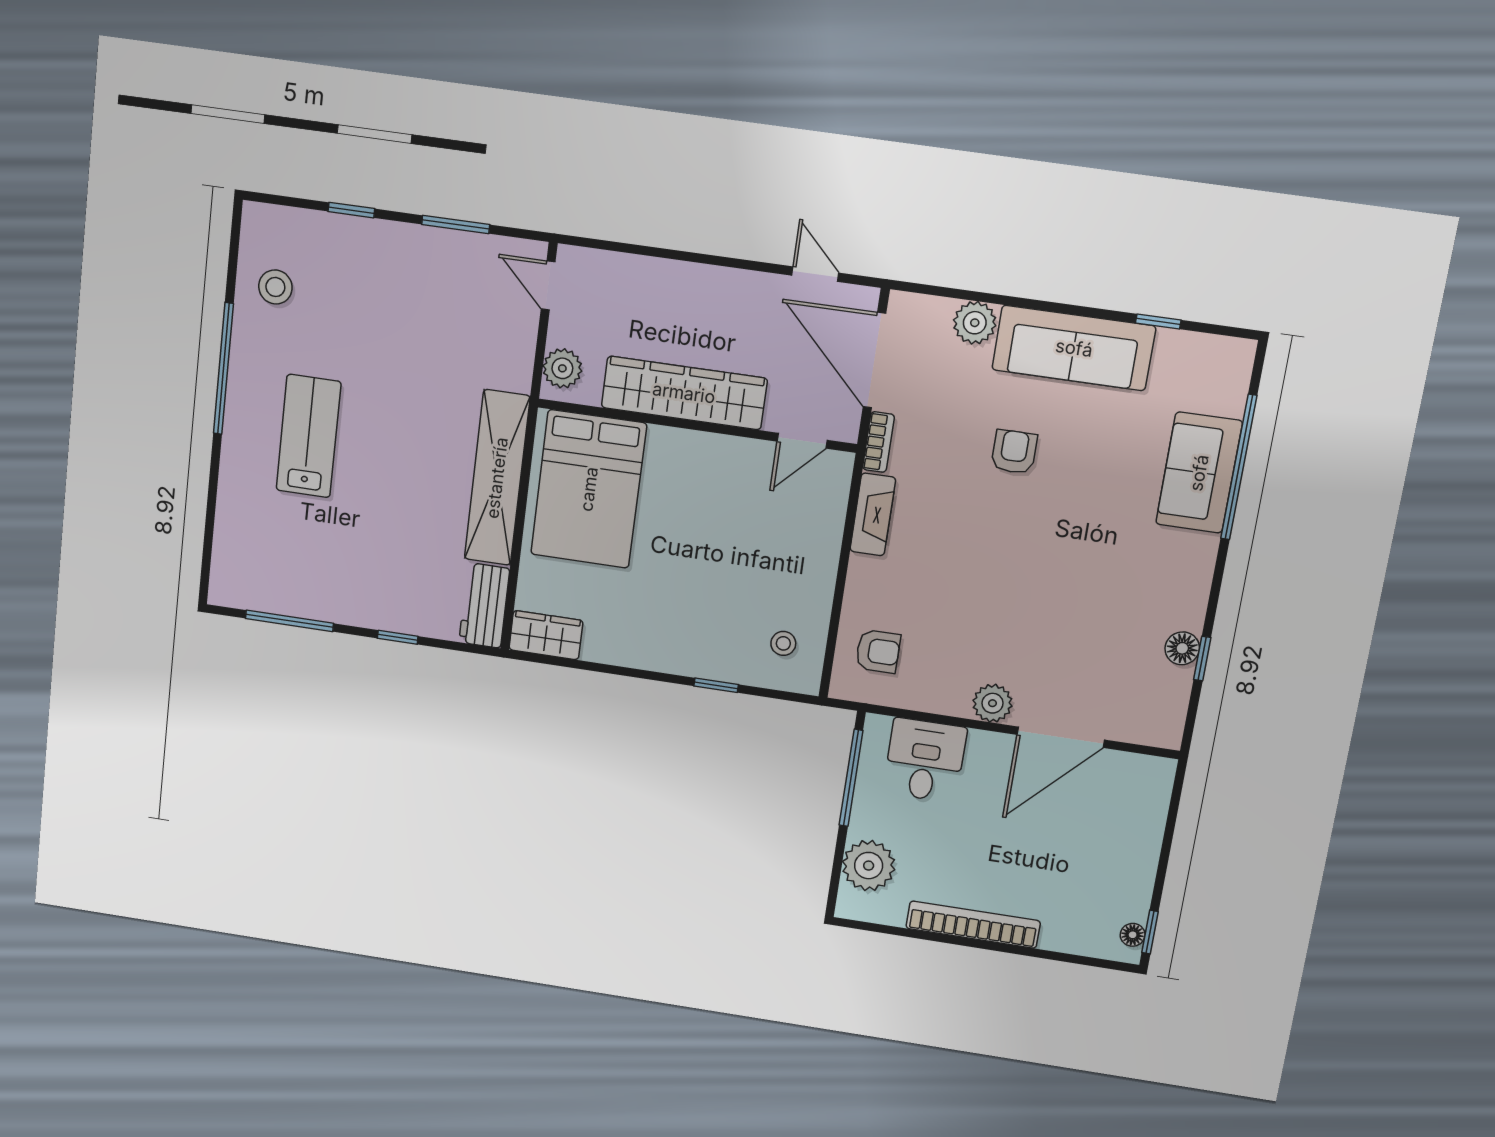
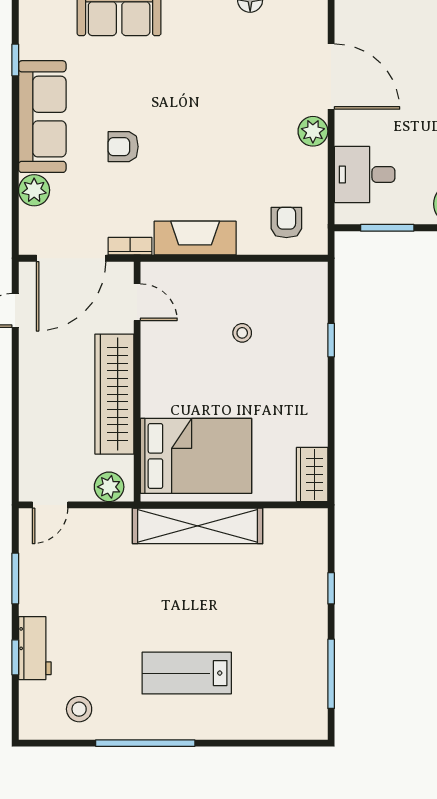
fireplace: (873, 514) -> (195, 238), width x1.37, depth x1.32
workbench: (484, 605) -> (35, 648), moved, turned -90
stool: (783, 643) -> (242, 333), moved
window: (851, 778) -> (387, 228), width x0.69

